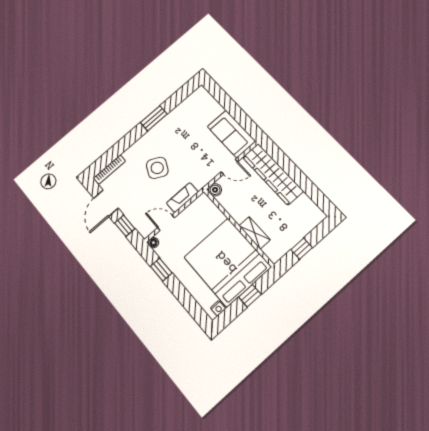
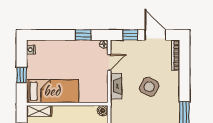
shelving: (255, 233) -> (39, 111), moved
bed: (227, 262) -> (52, 91), width x0.49

